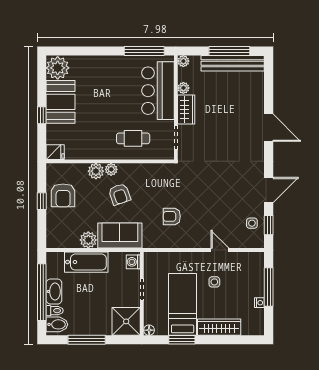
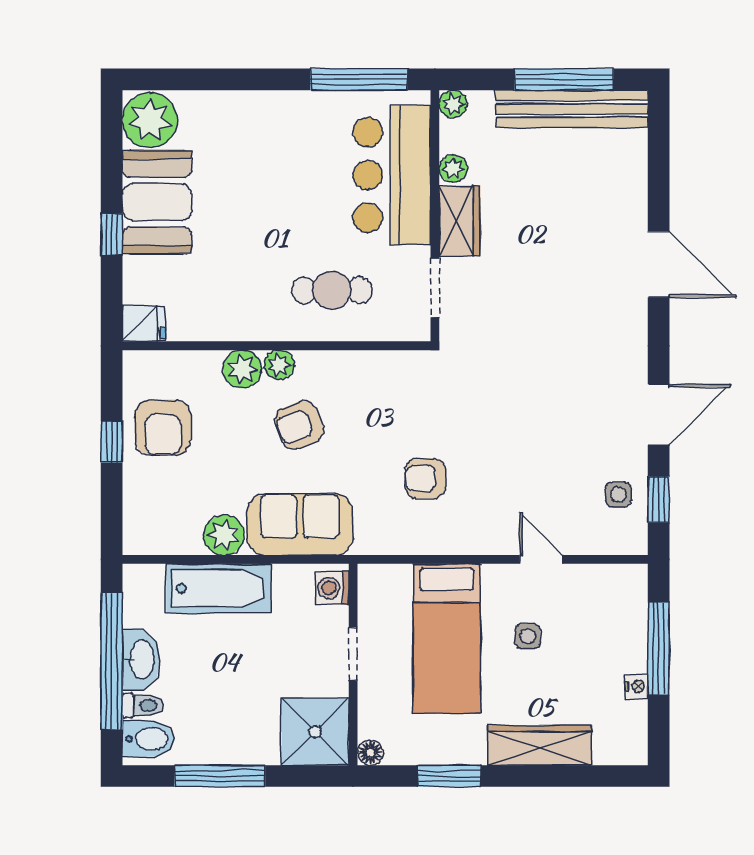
armchair: (120, 194) -> (299, 425), turned 87
bed: (183, 304) -> (447, 638), moved, turned 180

